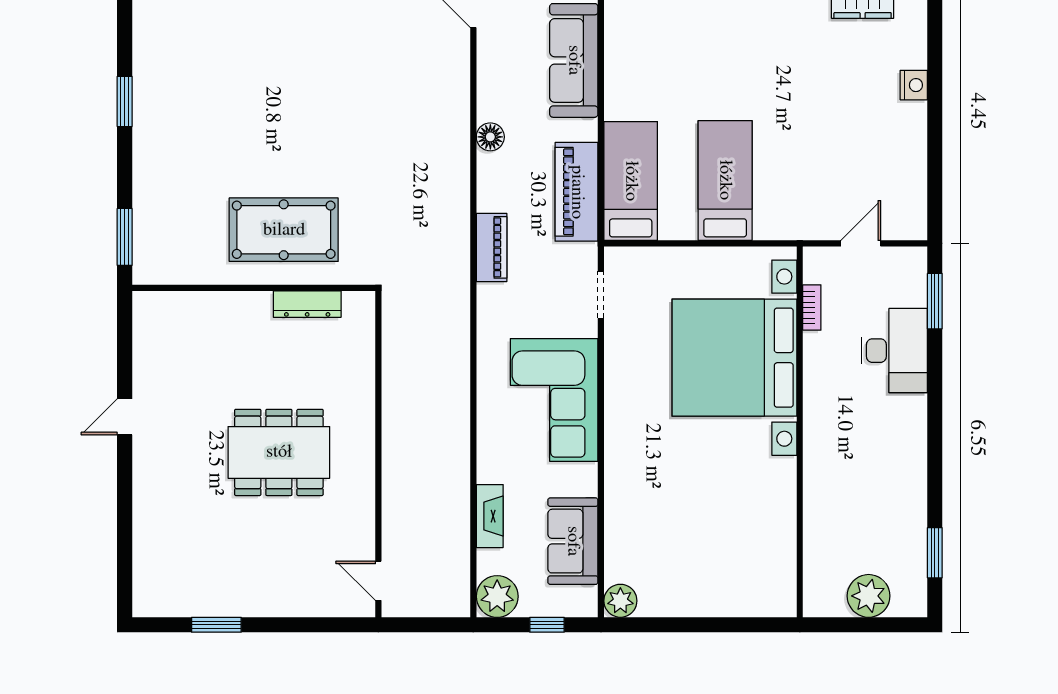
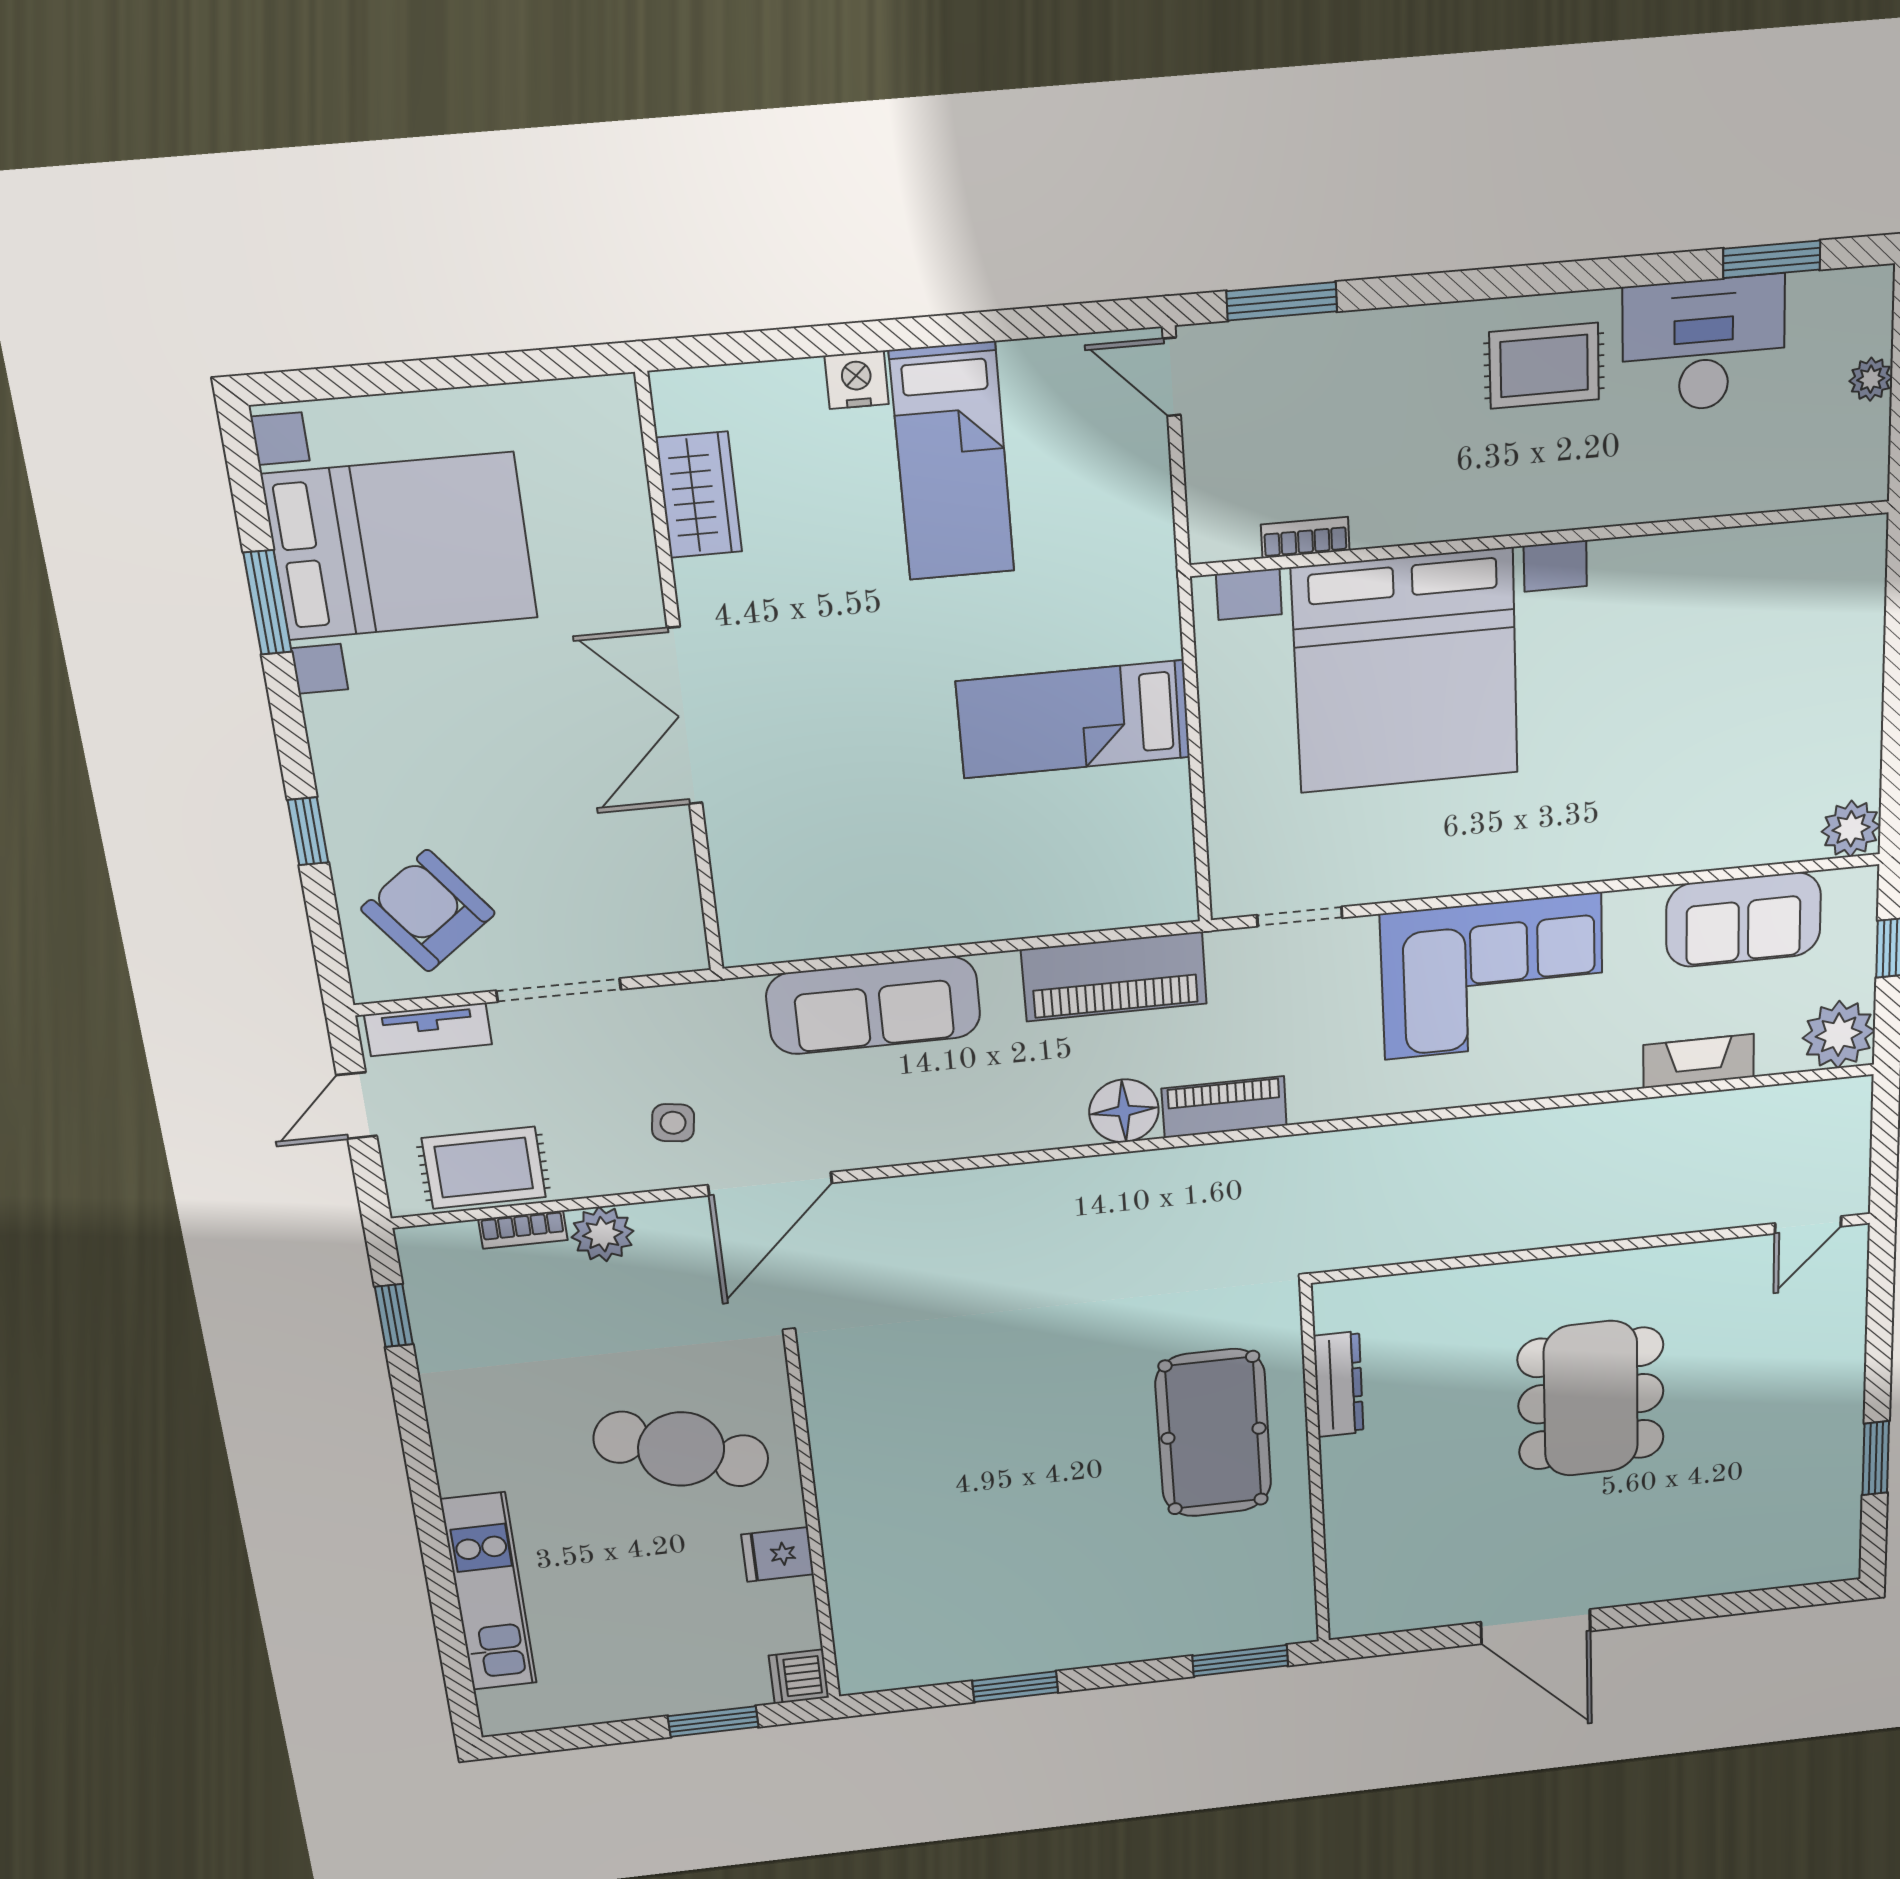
floor lamp: (490, 137) -> (1124, 1111), moved, width x1.38, depth x1.38
bed: (631, 181) -> (952, 462), moved, turned -90
door: (861, 243) -> (1172, 377), moved
desk: (894, 351) -> (1704, 344), moved
door: (125, 417) -> (1536, 1627), width x1.88
rug: (890, 434) -> (1544, 366), added
plant: (869, 596) -> (1871, 379), width x0.53, depth x0.53

